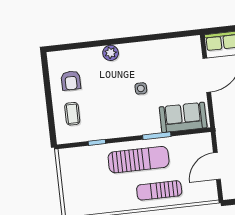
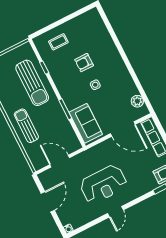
plant: (111, 53) -> (137, 101), moved
armchair: (71, 80) -> (84, 63), moved
sun lounger: (139, 160) -> (32, 83), moved

